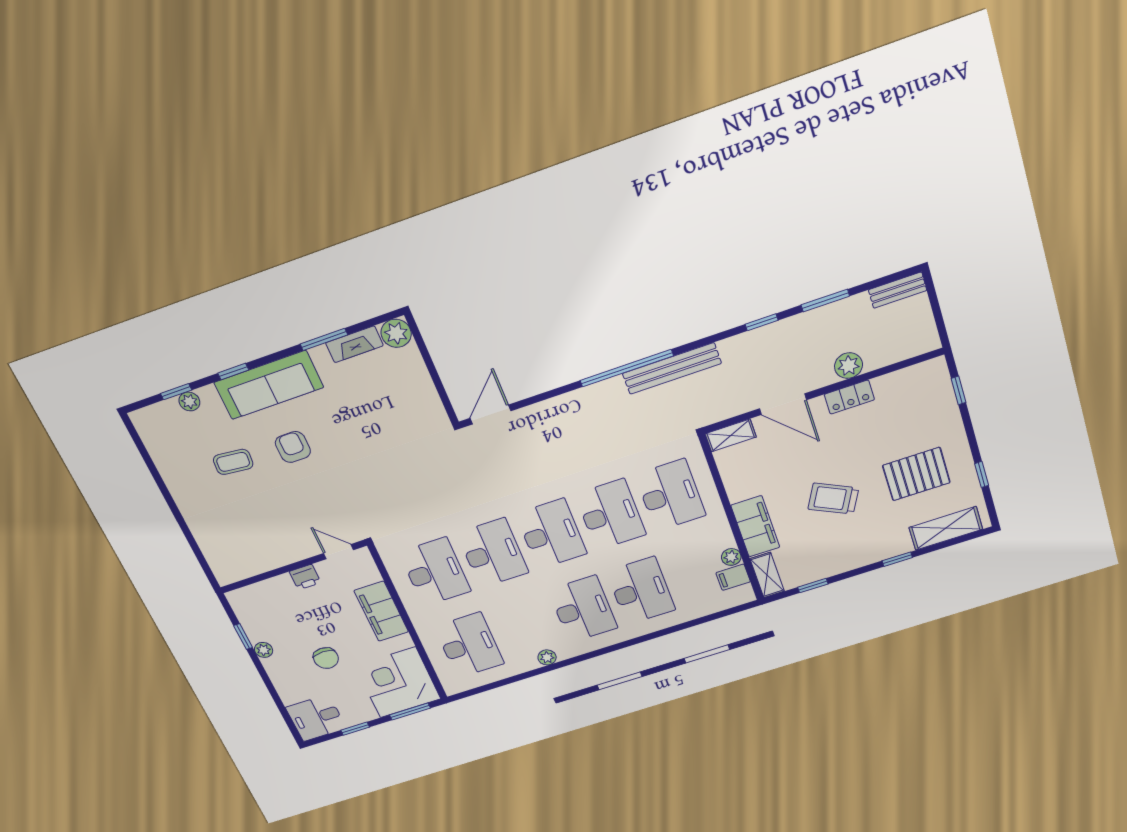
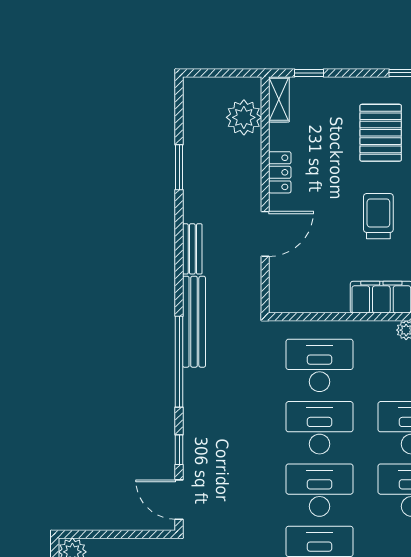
bench: (898, 290) -> (192, 249), moved
window: (762, 322) -> (179, 450), moved
plant: (849, 366) -> (244, 117), moved, width x1.36, depth x1.36
shelving: (731, 435) -> (279, 99), moved
trolley: (833, 499) -> (378, 216), turned 153

